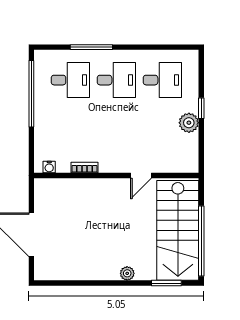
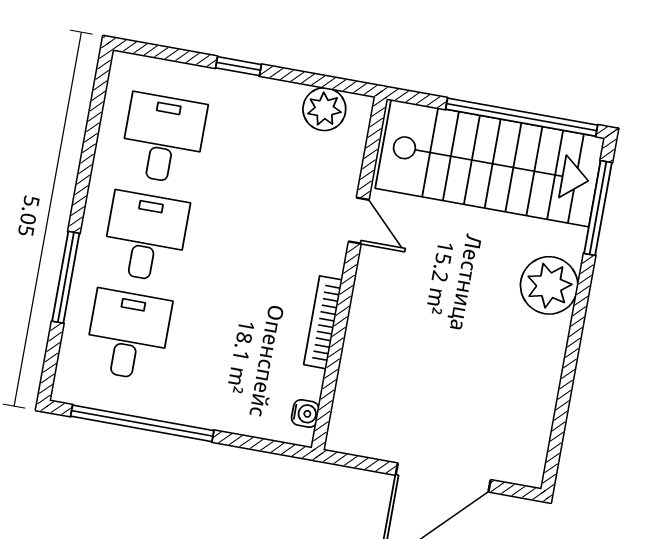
plant: (189, 123) -> (324, 109), moved
bookcase: (84, 168) -> (323, 322), width x1.56
plant: (127, 273) -> (549, 285), width x1.88, depth x1.88
window: (166, 283) -> (598, 208), width x1.44

